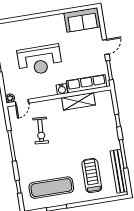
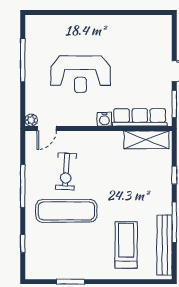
sofa: (82, 20) -> (148, 29), removed
shelving: (78, 101) -> (146, 140), moved
exercise mat: (51, 188) -> (66, 211), moved

